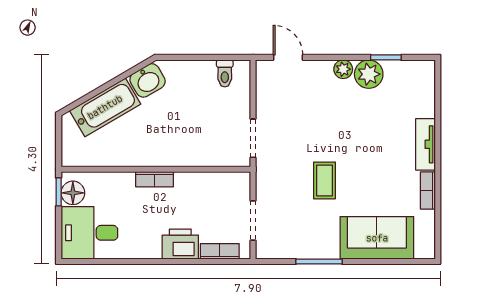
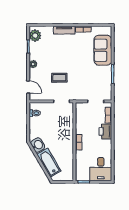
door: (288, 57) -> (28, 87), swing flipped
plant: (369, 74) -> (35, 36), moved
coffee table: (325, 180) -> (59, 78), moved
floor lamp: (73, 193) -> (84, 176), removed

